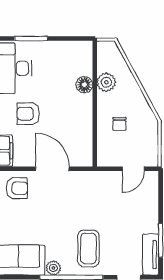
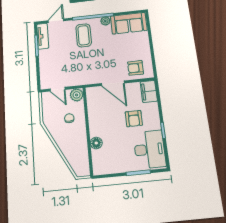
plant: (106, 82) -> (77, 95), moved
armchair: (28, 114) -> (134, 119), turned 90
door: (133, 169) -> (58, 89), swing flipped

